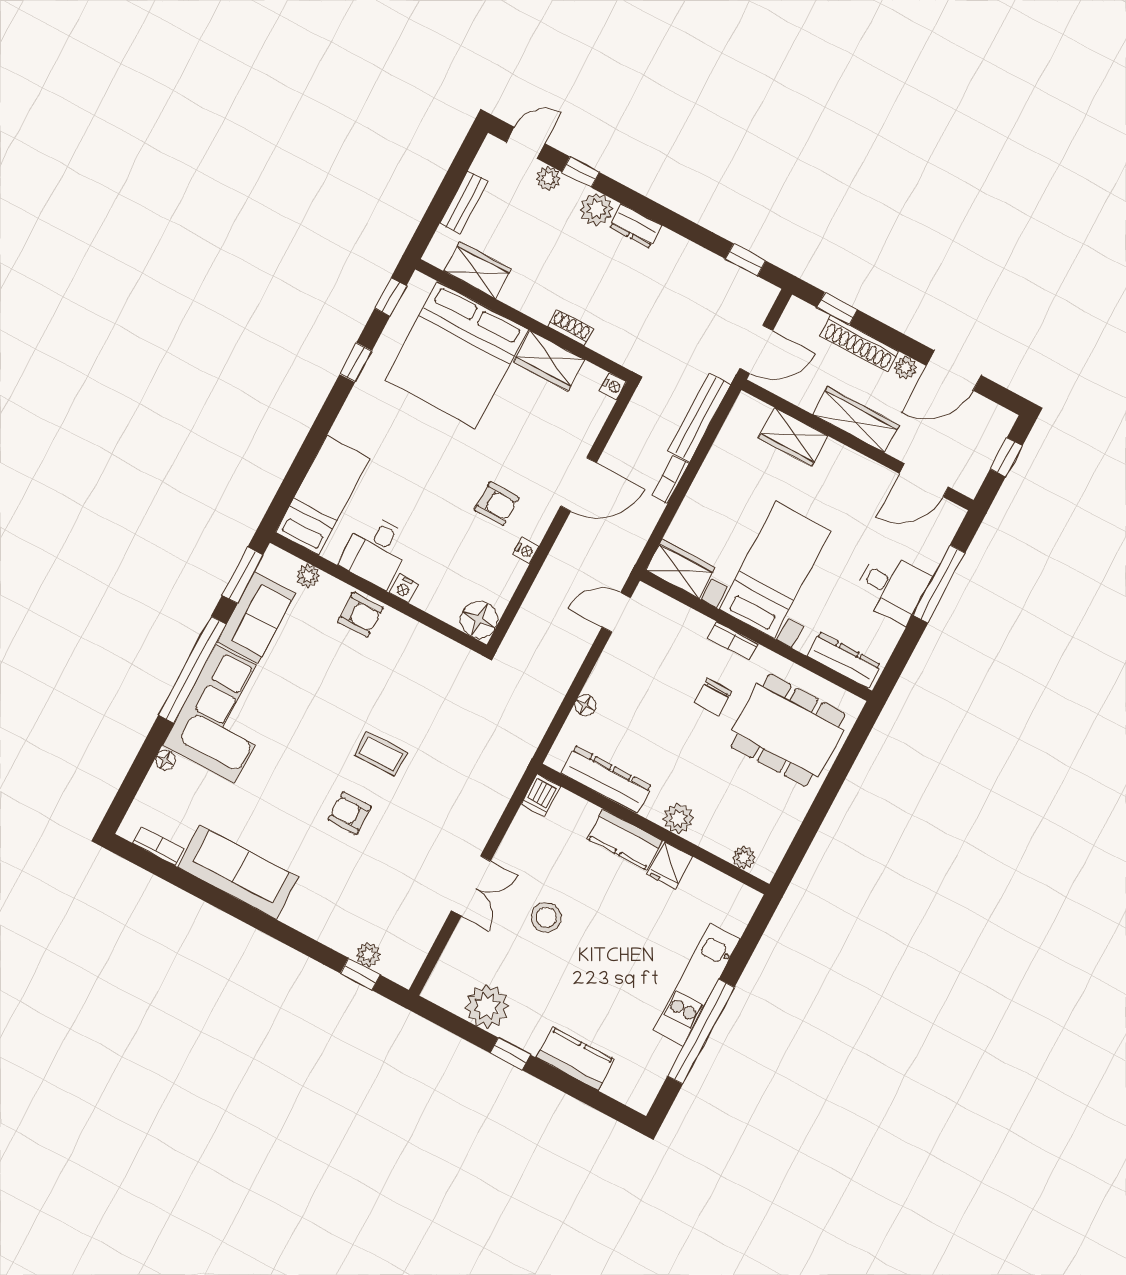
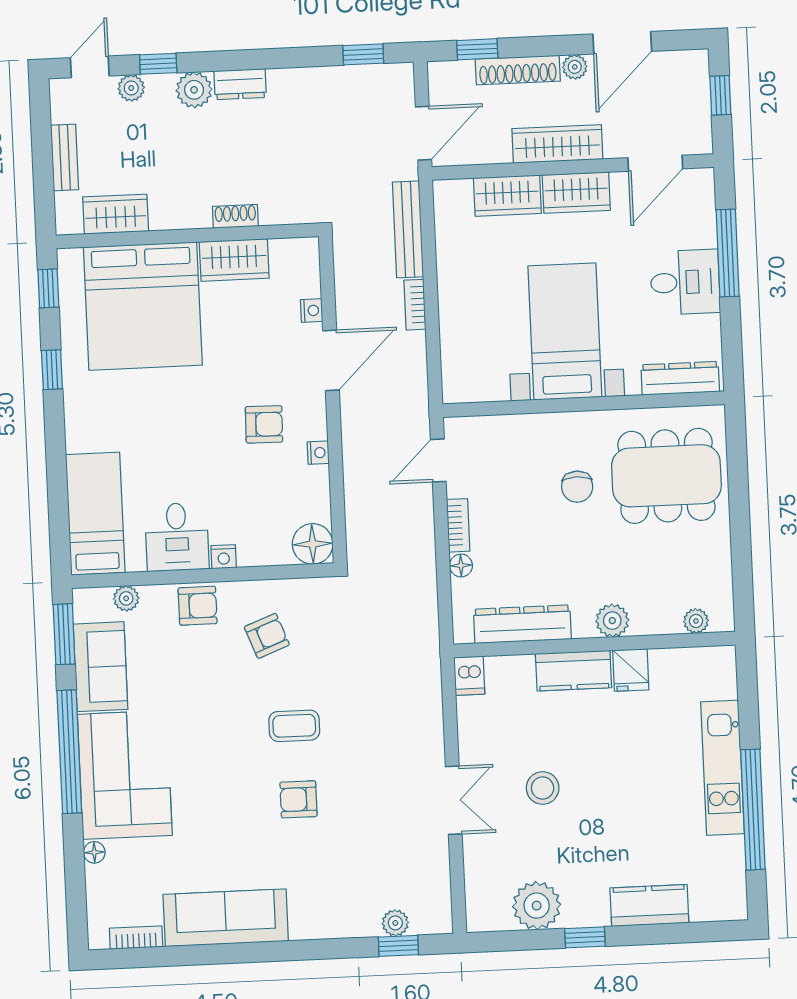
nightstand: (613, 386) -> (312, 311), moved
wardrobe: (680, 569) -> (576, 193), moved, turned 180
bookcase: (732, 641) -> (458, 525), moved, turned -90
armchair: (401, 670) -> (267, 636), added

